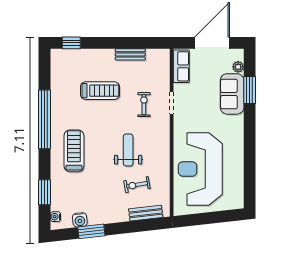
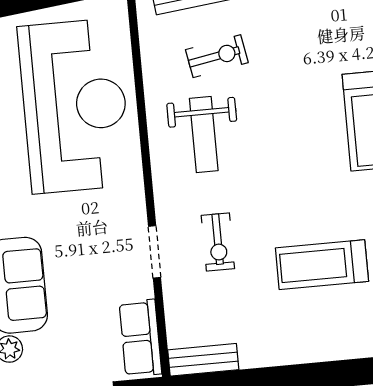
bench: (130, 54) -> (203, 360), moved
weight bench: (128, 150) -> (204, 135), moved

